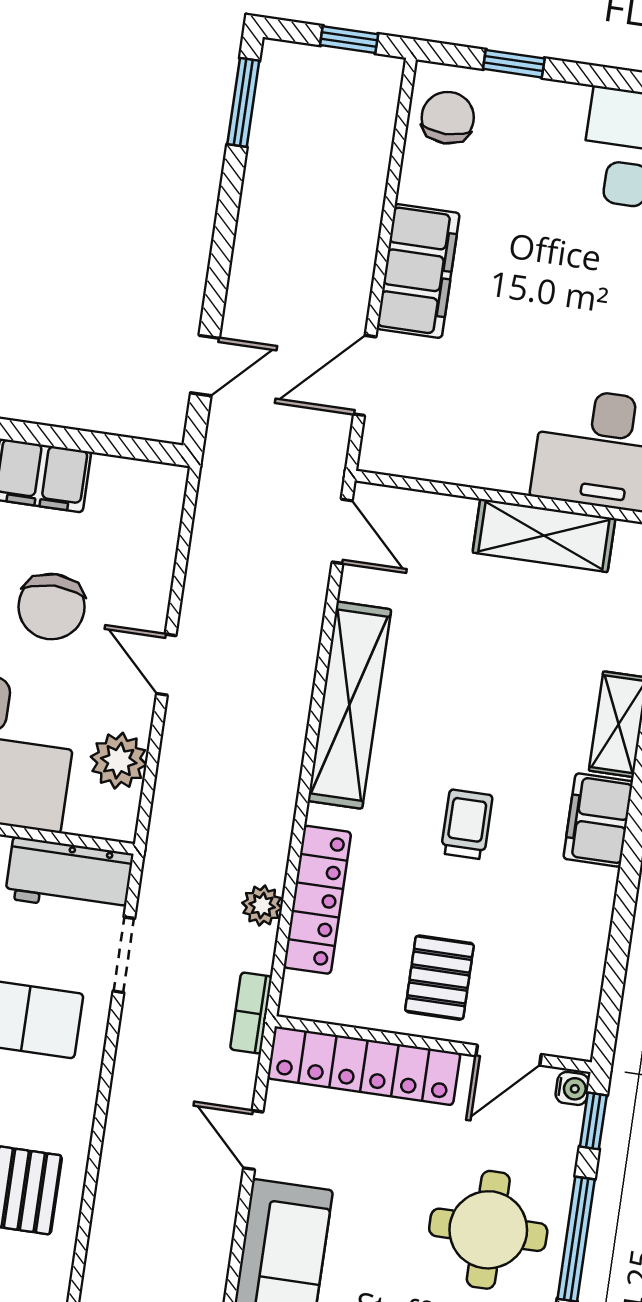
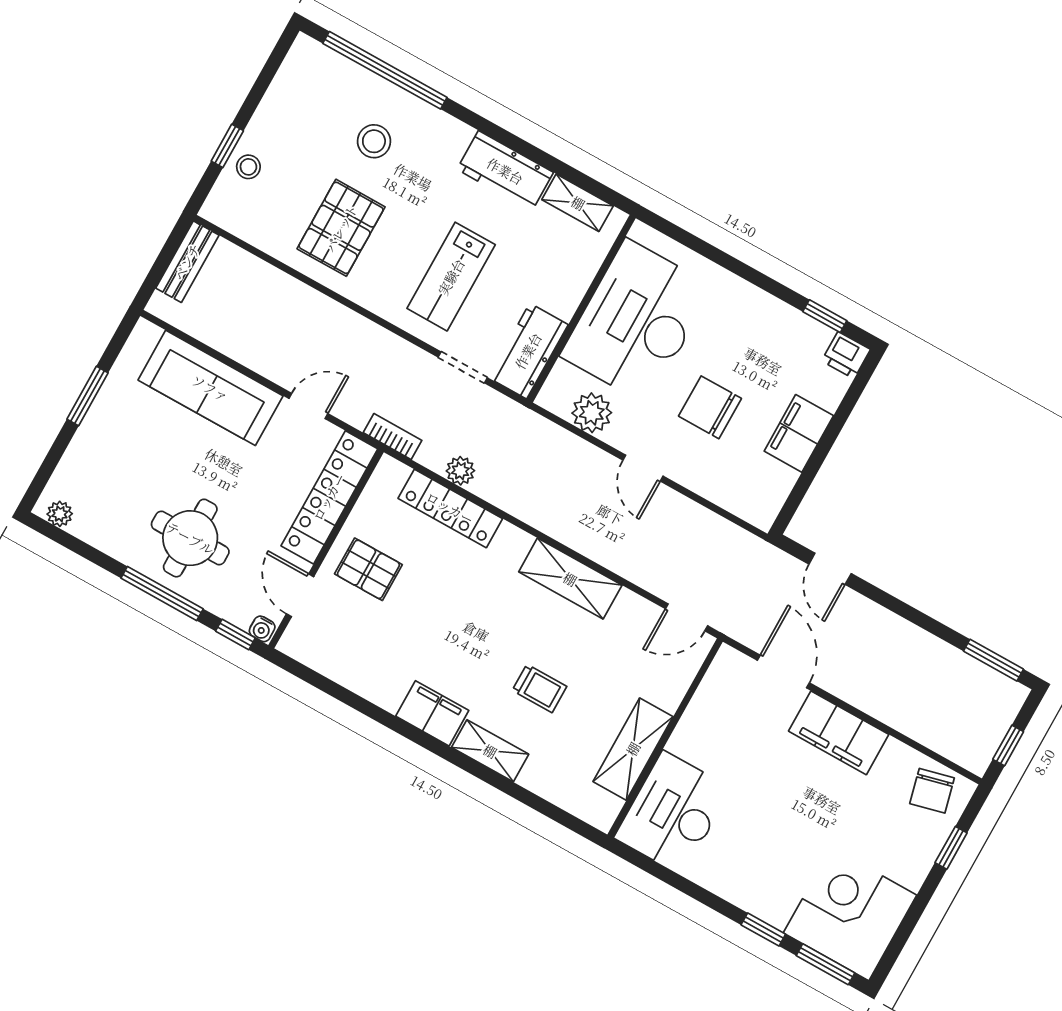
chair: (448, 118) -> (932, 791), turned 76
door: (166, 665) -> (643, 468), swing flipped
shelving: (349, 705) -> (570, 579), width x0.68
trolley: (467, 824) -> (539, 688), moved

